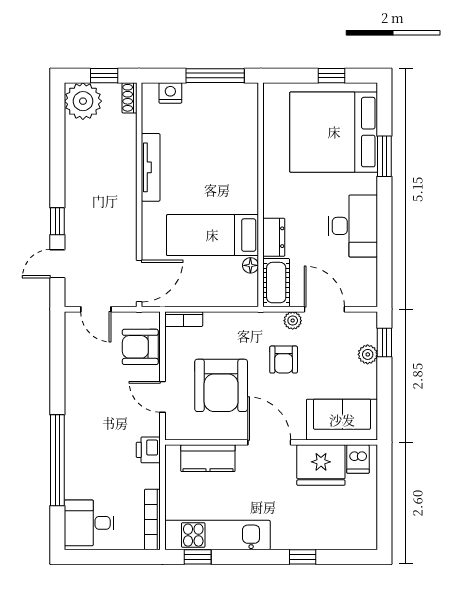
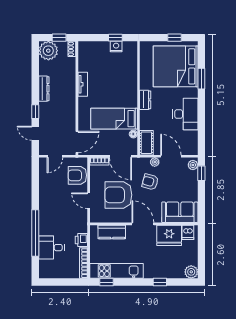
window: (215, 76) -> (115, 38), width x0.46
nightstand: (170, 93) -> (116, 46), moved
tv unit: (151, 167) -> (83, 84), width x0.71
dresser: (74, 176) -> (44, 89), added
dresser: (274, 237) -> (145, 100), moved
door: (57, 264) -> (35, 133), hinge flipped
door: (96, 309) -> (55, 156), hinge flipped
door: (225, 309) -> (120, 156), added
plant: (368, 354) -> (193, 165), moved
armchair: (284, 360) -> (150, 182), turned 105
armchair: (221, 385) -> (118, 195), turned 90
printer: (148, 450) -> (81, 240), moved
desk: (89, 523) -> (51, 248), moved
plant: (365, 537) -> (191, 272), added

